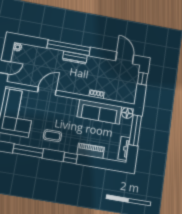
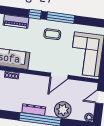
plant: (45, 56) -> (63, 110), added
window: (28, 151) -> (61, 18), moved

